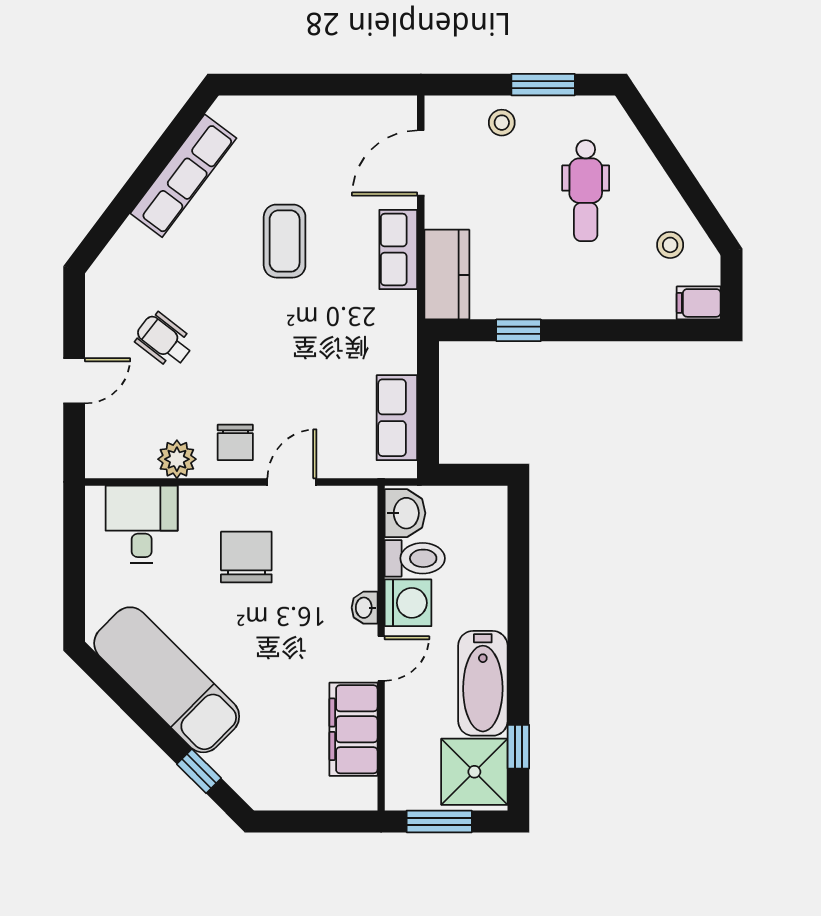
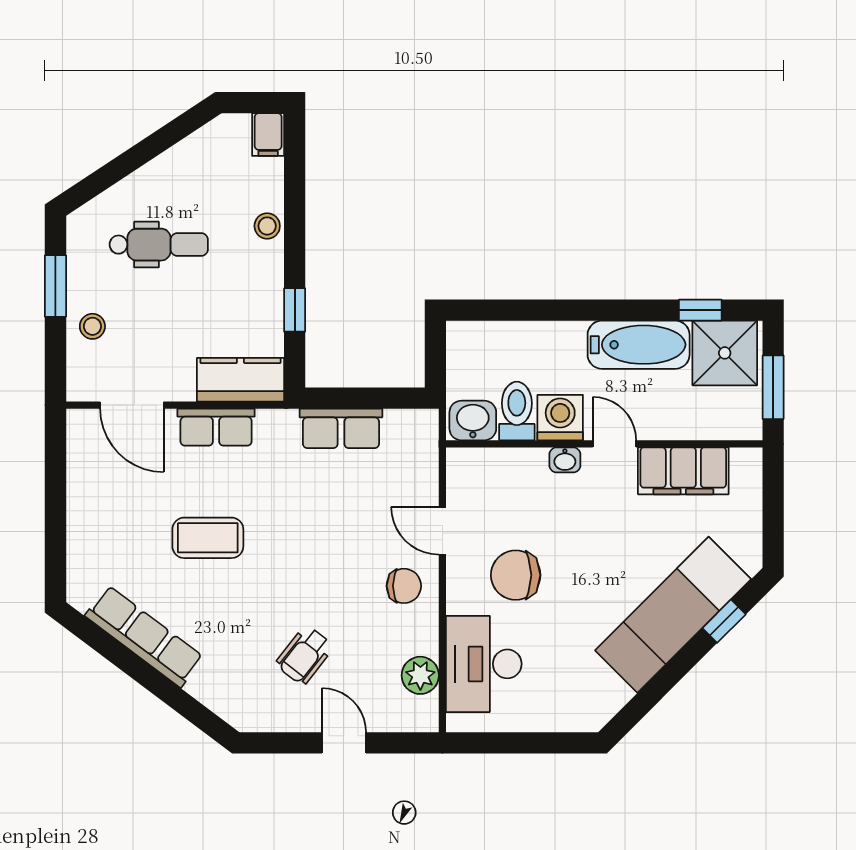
stool: (670, 245) -> (267, 226), moved
row of seats: (397, 418) -> (341, 428), moved
plant: (177, 459) -> (420, 675), moved
desk: (142, 524) -> (484, 664), width x1.37
exam couch: (167, 680) -> (673, 615), moved

